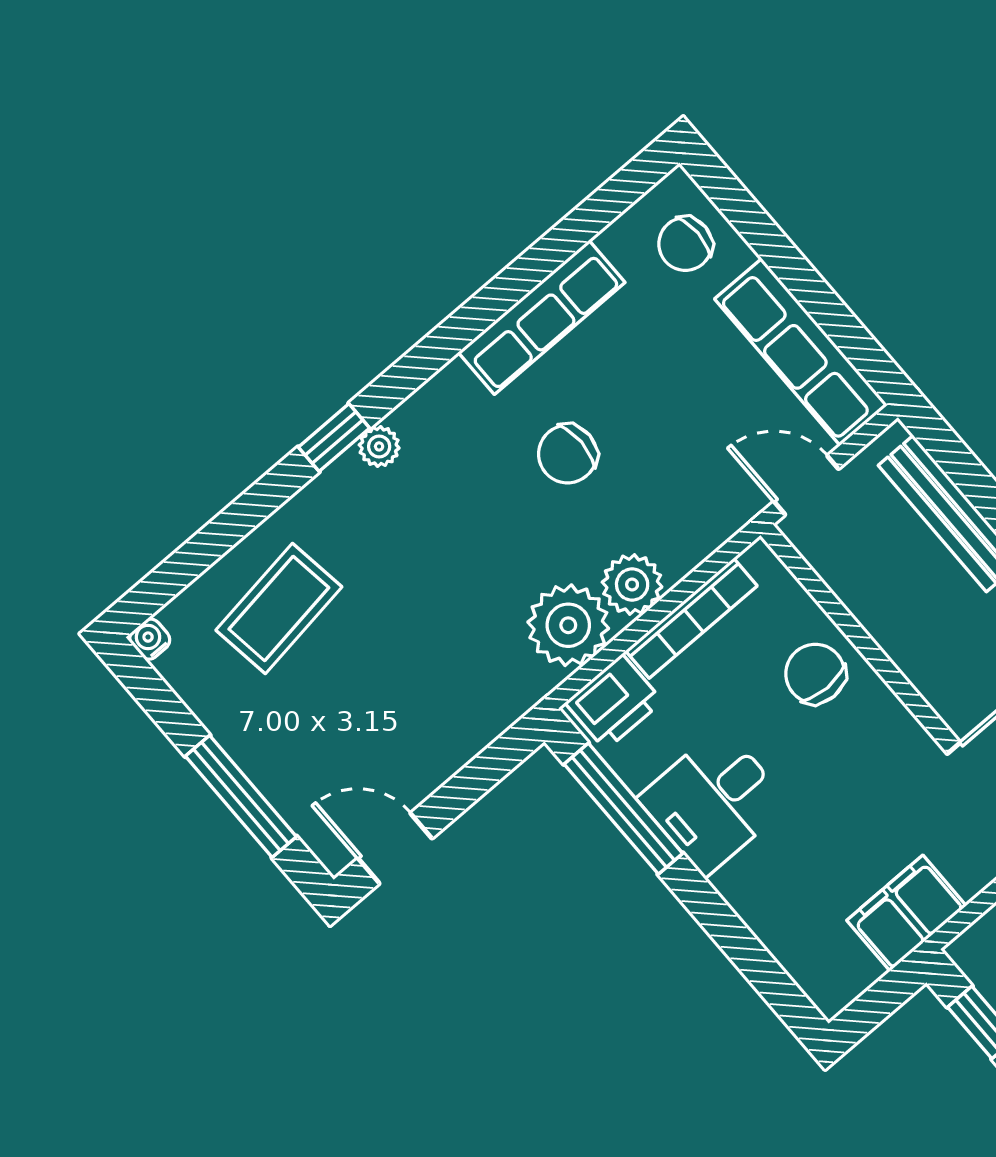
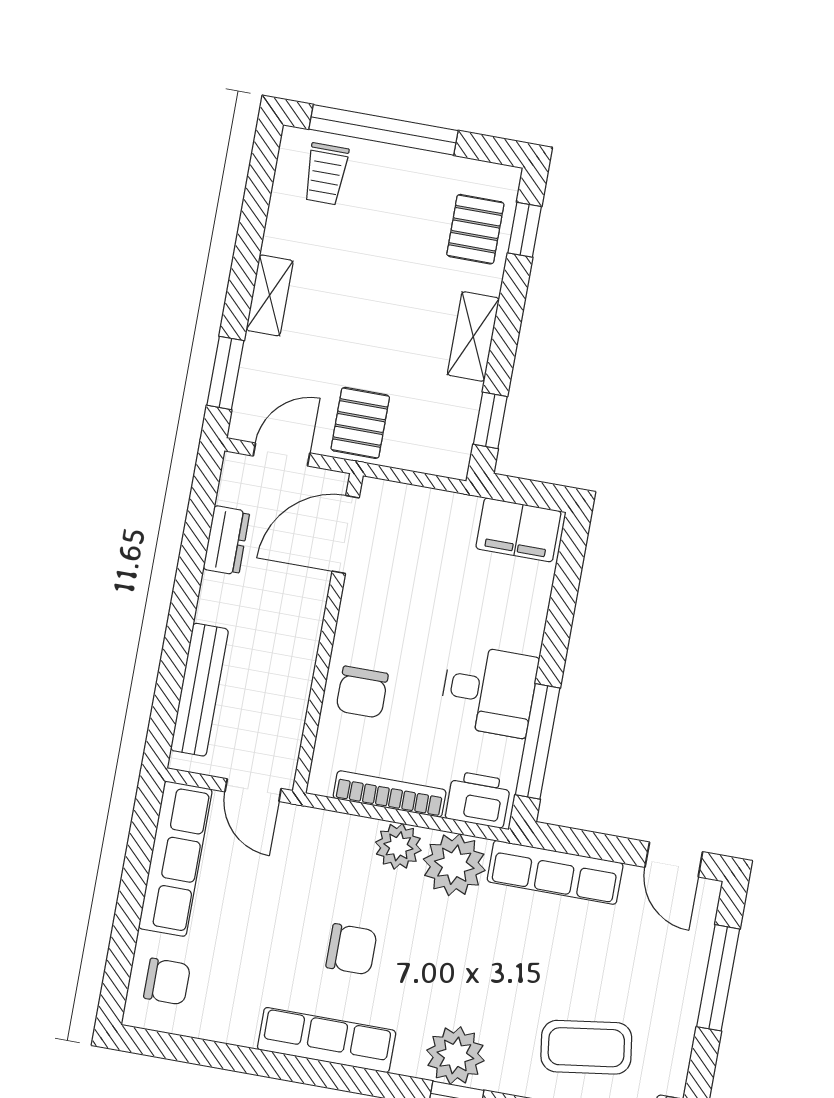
row of seats: (542, 317) -> (327, 1040), moved
plant: (379, 446) -> (455, 1055), width x1.88, depth x1.88
row of seats: (479, 720) -> (555, 872), added
filing cabinet: (906, 913) -> (518, 530), moved

